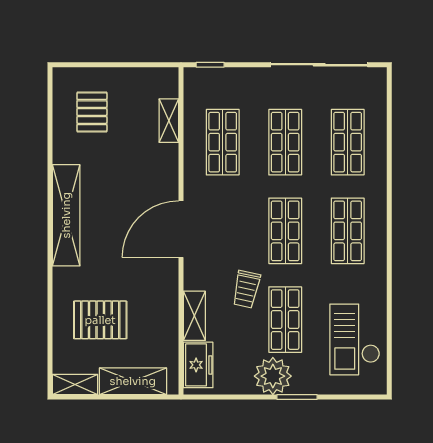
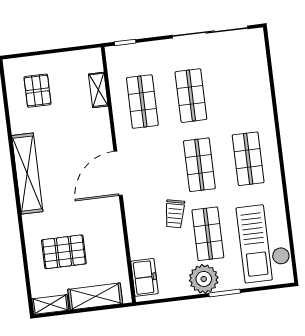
shop shelf: (348, 142) -> (240, 90), removed
shelving: (194, 316) -> (137, 240), removed
checkout: (355, 339) -> (264, 243), width x1.36, depth x1.21

